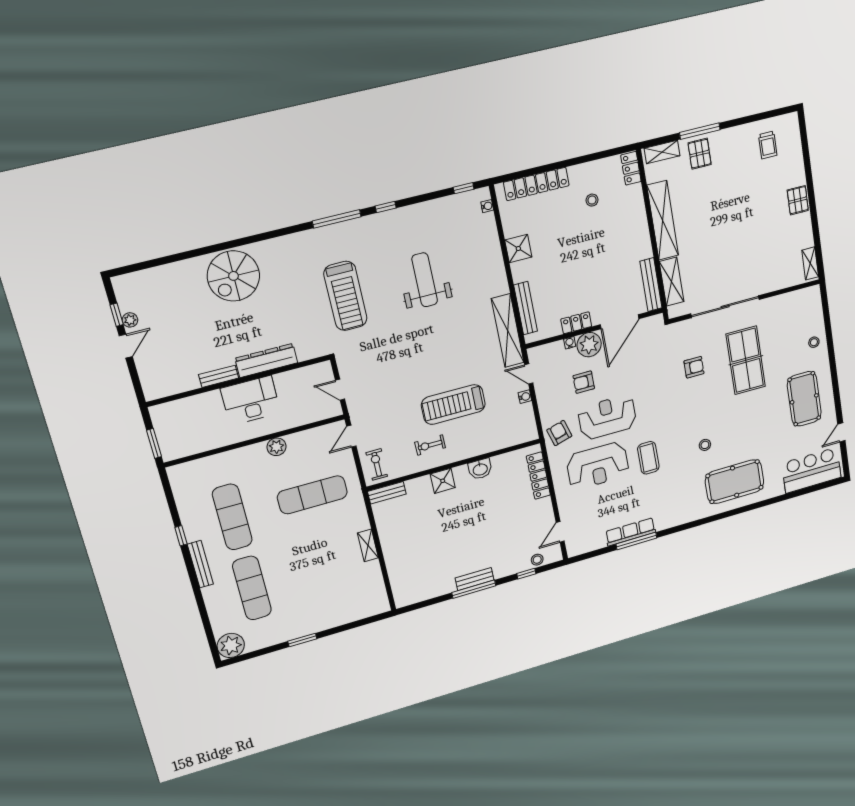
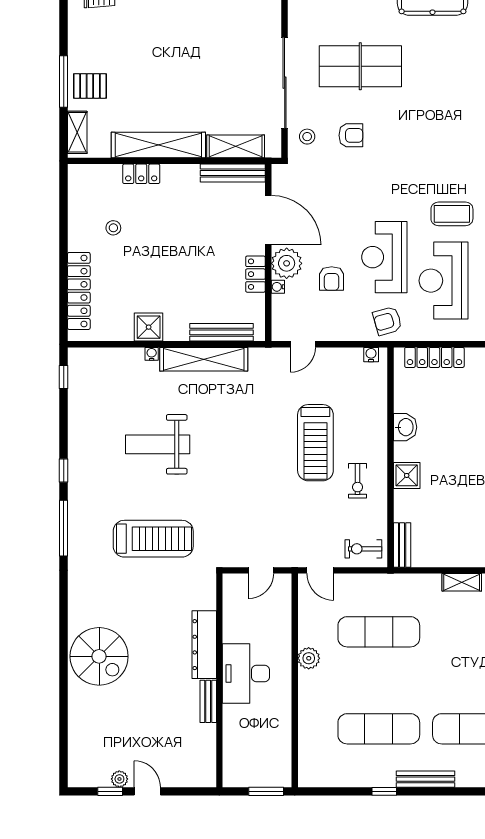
locker: (631, 168) -> (141, 174), moved
water cooler: (487, 206) -> (152, 354), moved
shelving: (508, 331) -> (204, 359), moved
armchair: (694, 367) -> (351, 135), turned 90
water cooler: (525, 397) -> (371, 355), moved
stool: (705, 445) -> (307, 137), moved
reception desk: (598, 466) -> (443, 281), turned 180
exercise mat: (312, 495) -> (379, 632), turned 90

